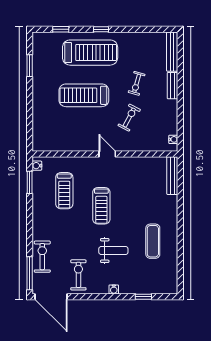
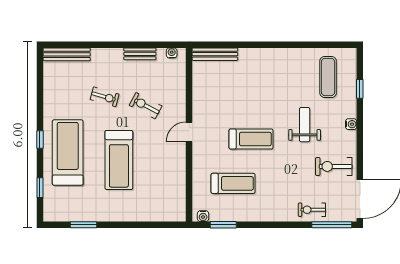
bench: (173, 86) -> (140, 54), moved
exercise mat: (153, 241) -> (328, 77), moved, turned 90
exercise bike: (42, 257) -> (312, 210), width x0.73, depth x0.72

